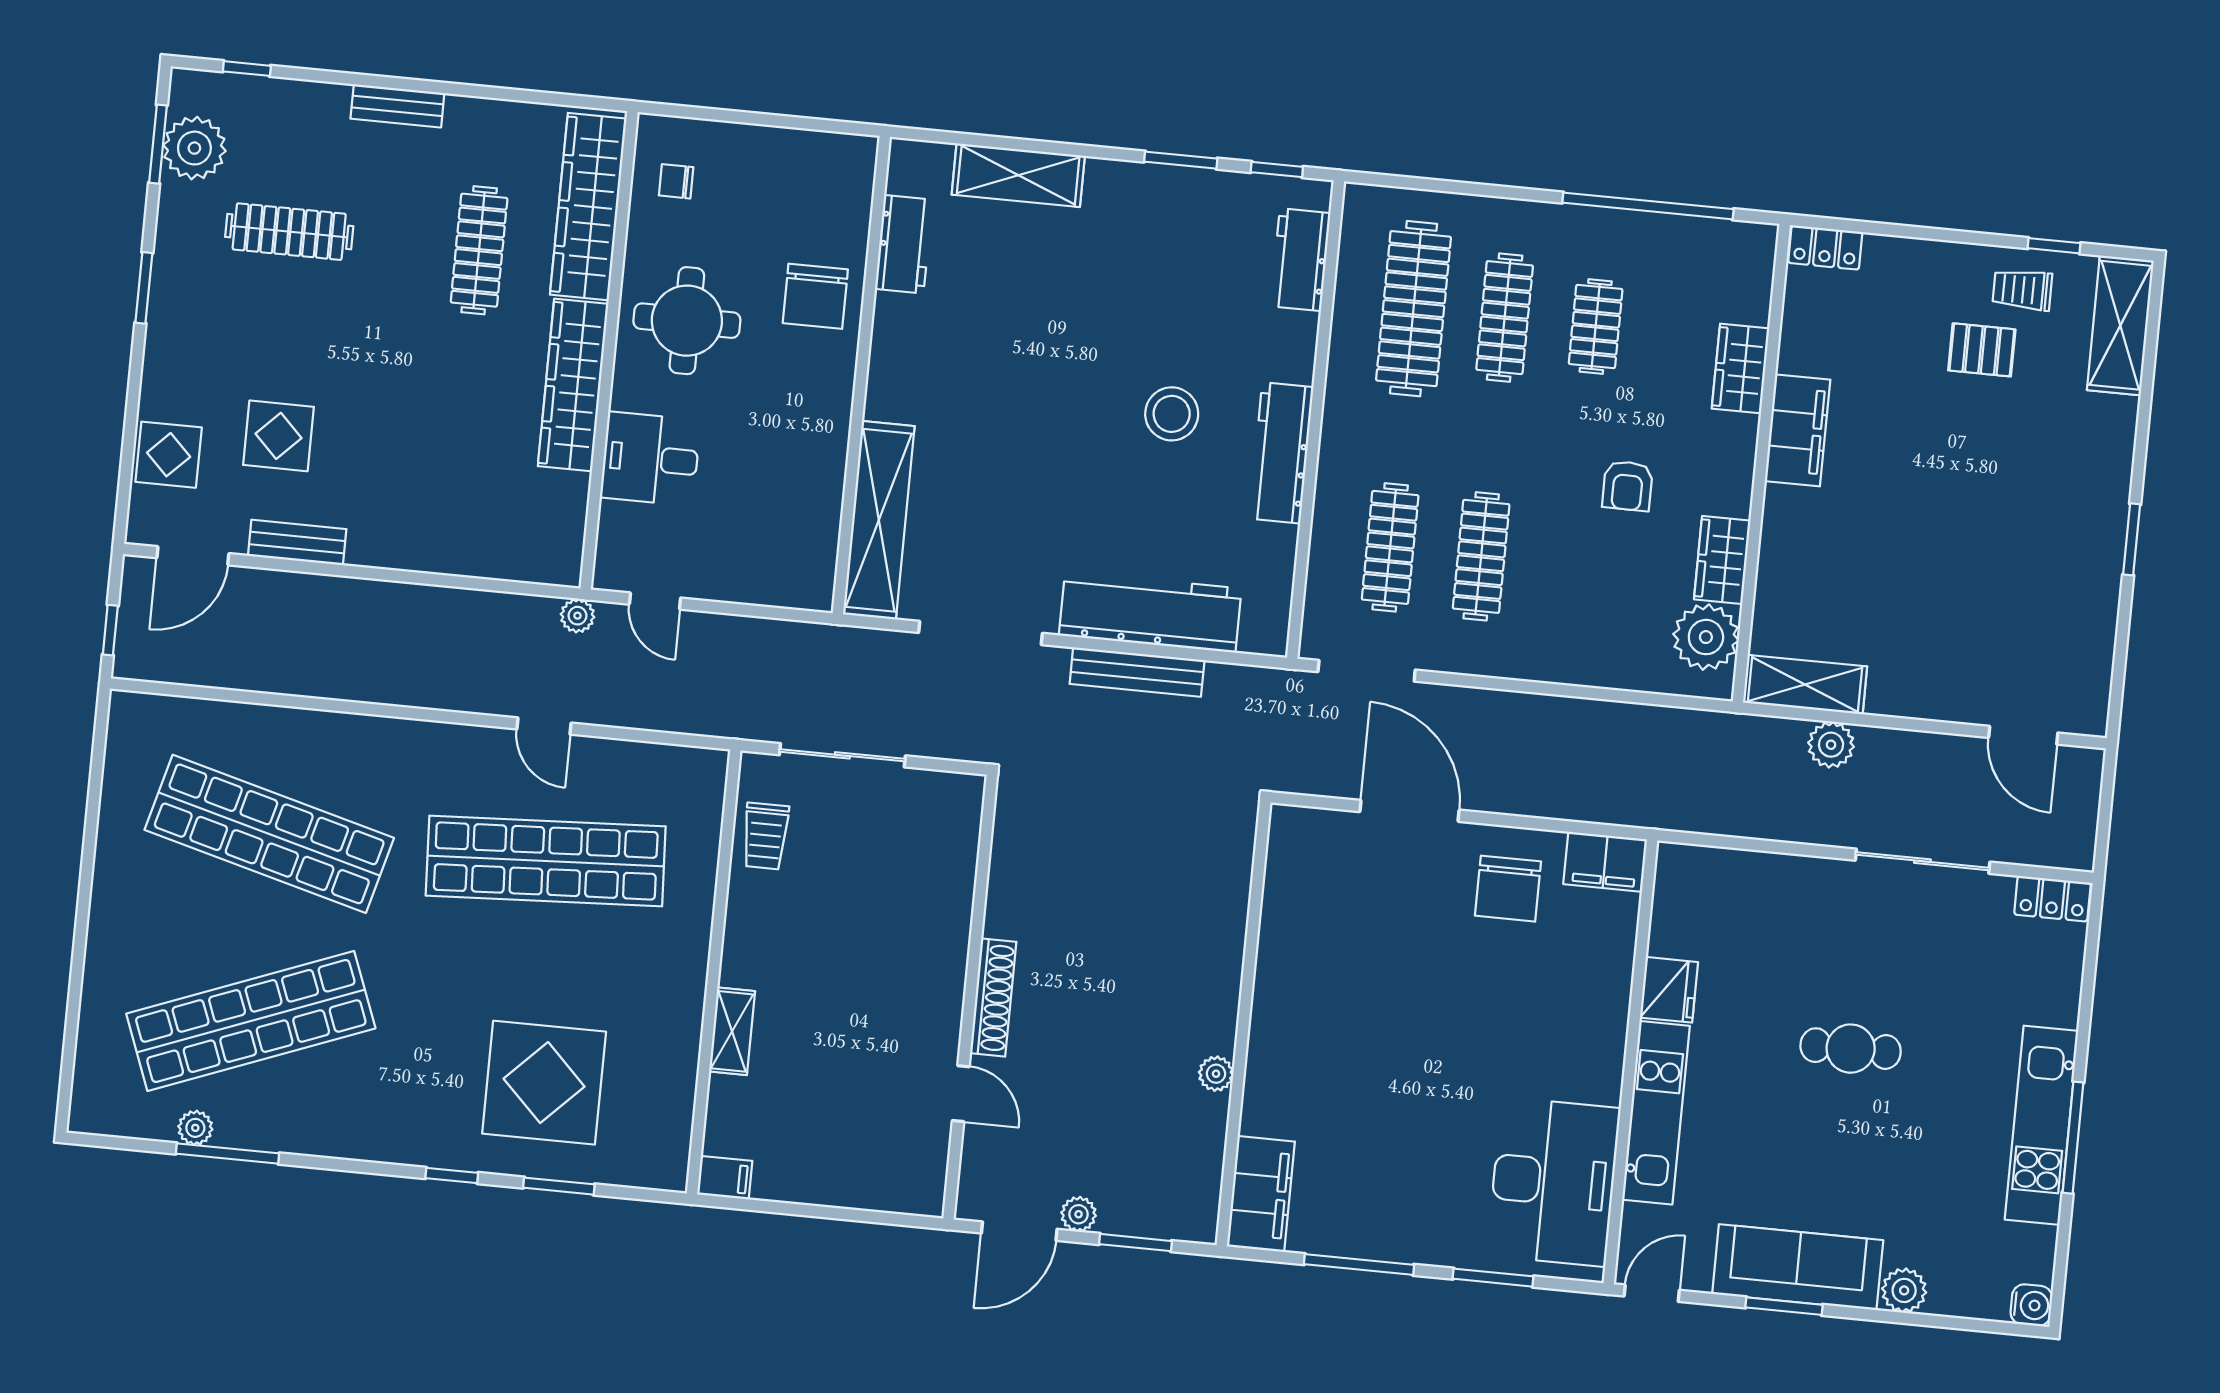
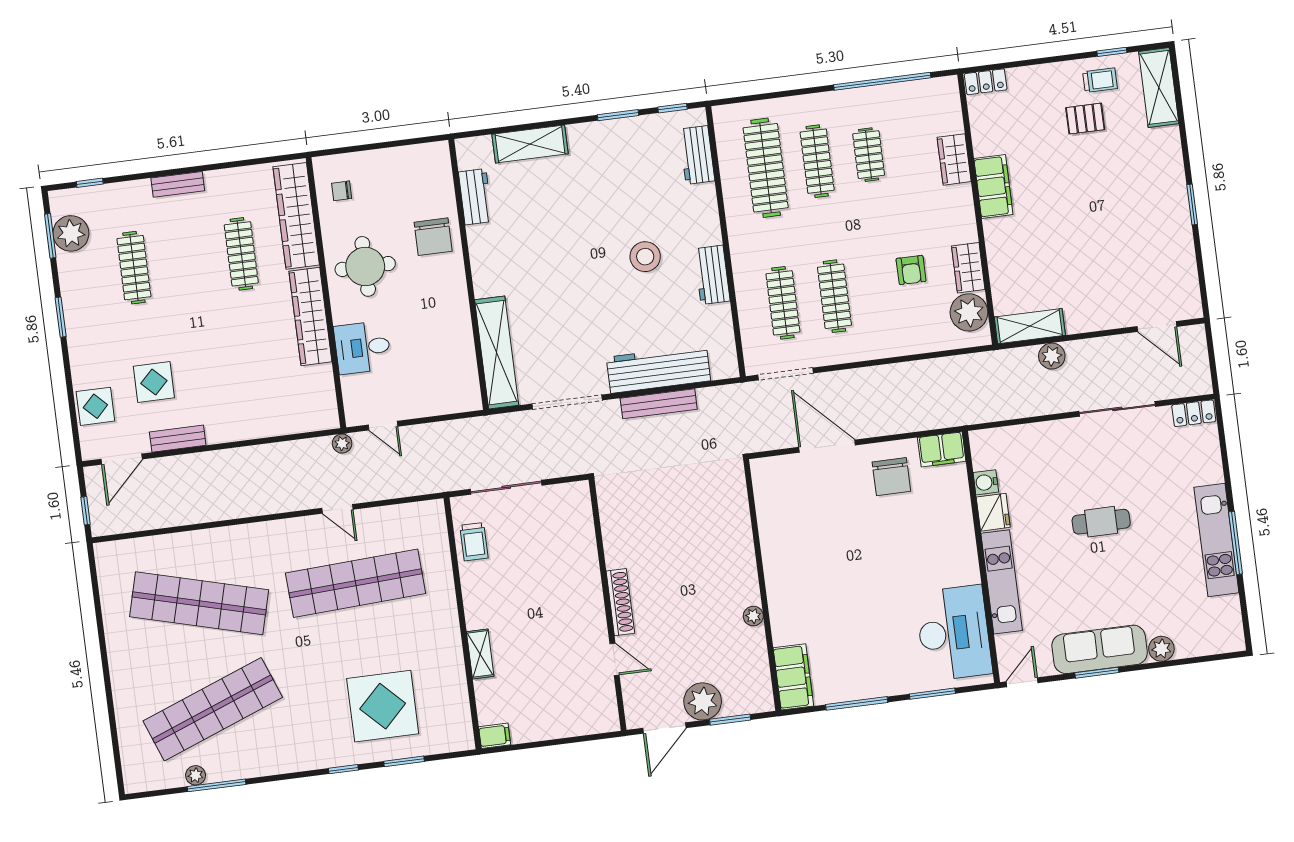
clothes rail: (289, 232) -> (134, 268), turned 90
trolley: (2022, 290) -> (1100, 80), turned 180
workbench: (1281, 453) -> (712, 275), width x0.73
armchair: (1628, 486) -> (911, 270), moved
plant: (1079, 1214) -> (703, 701), width x1.88, depth x1.88
water cooler: (2031, 1305) -> (986, 482), moved, turned 180

